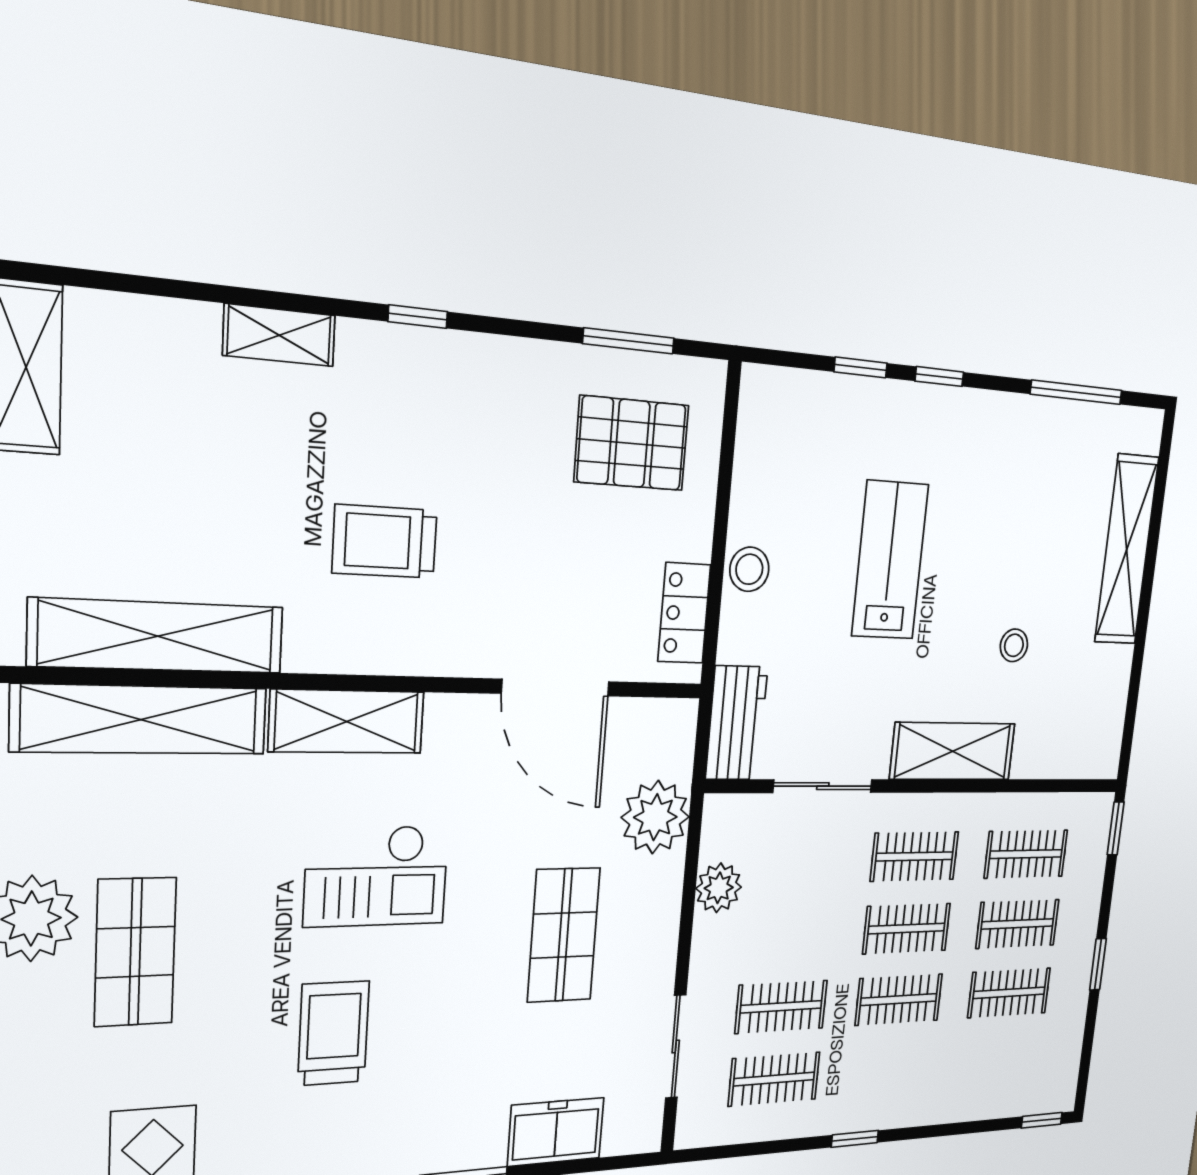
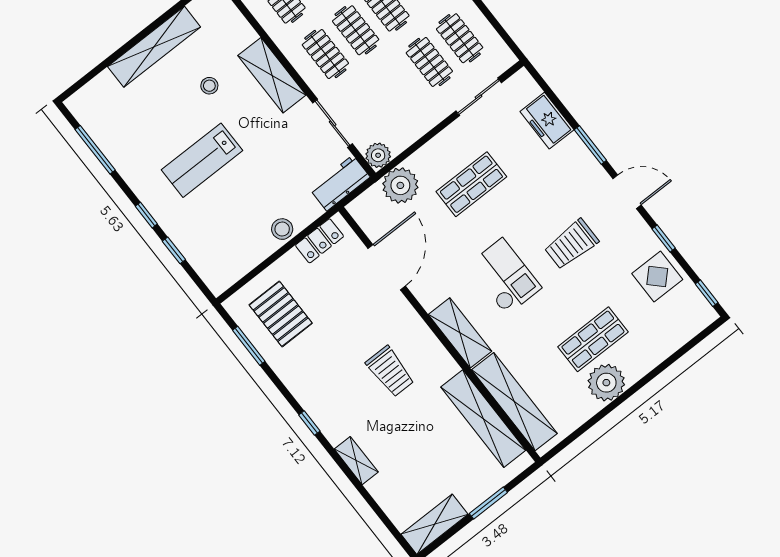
shelving: (1127, 550) -> (154, 47), moved
lab bench: (890, 560) -> (202, 160), moved
plant: (719, 888) -> (378, 155), moved

